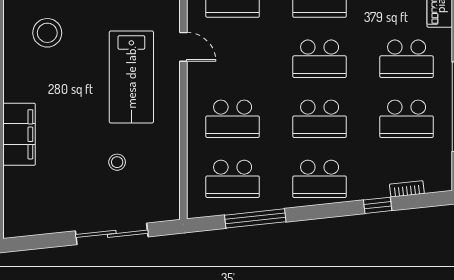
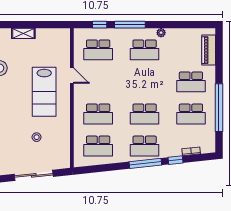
school desk: (320, 59) -> (145, 82), removed
window: (255, 218) -> (145, 163), moved

